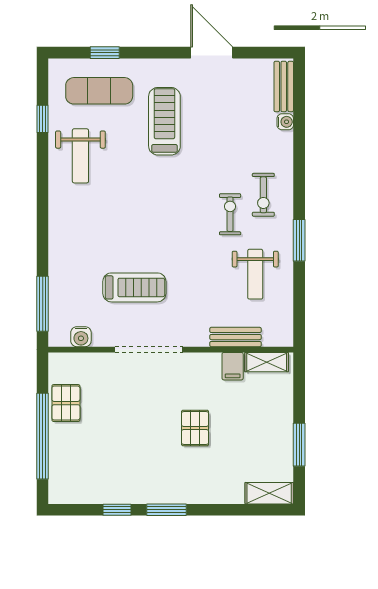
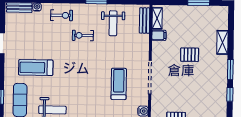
exercise bike: (263, 195) -> (62, 15), moved
weight bench: (255, 274) -> (113, 23), turned 90
bench: (235, 337) -> (145, 20), moved
shelving: (269, 493) -> (222, 42), moved

